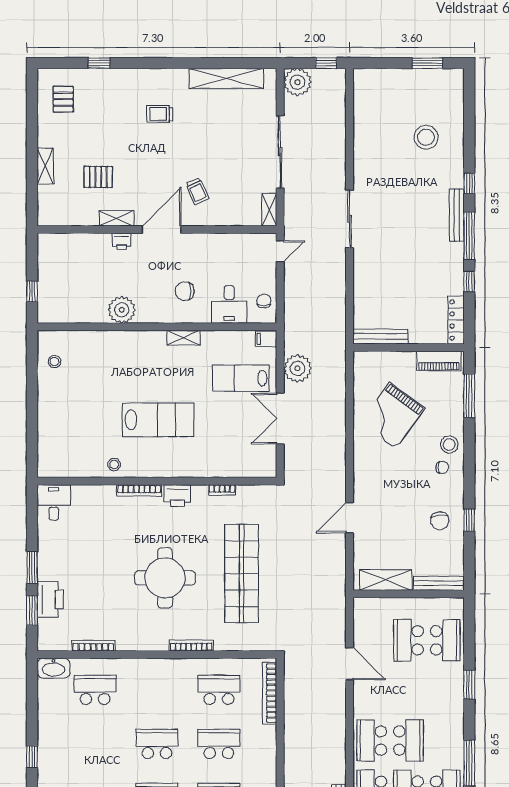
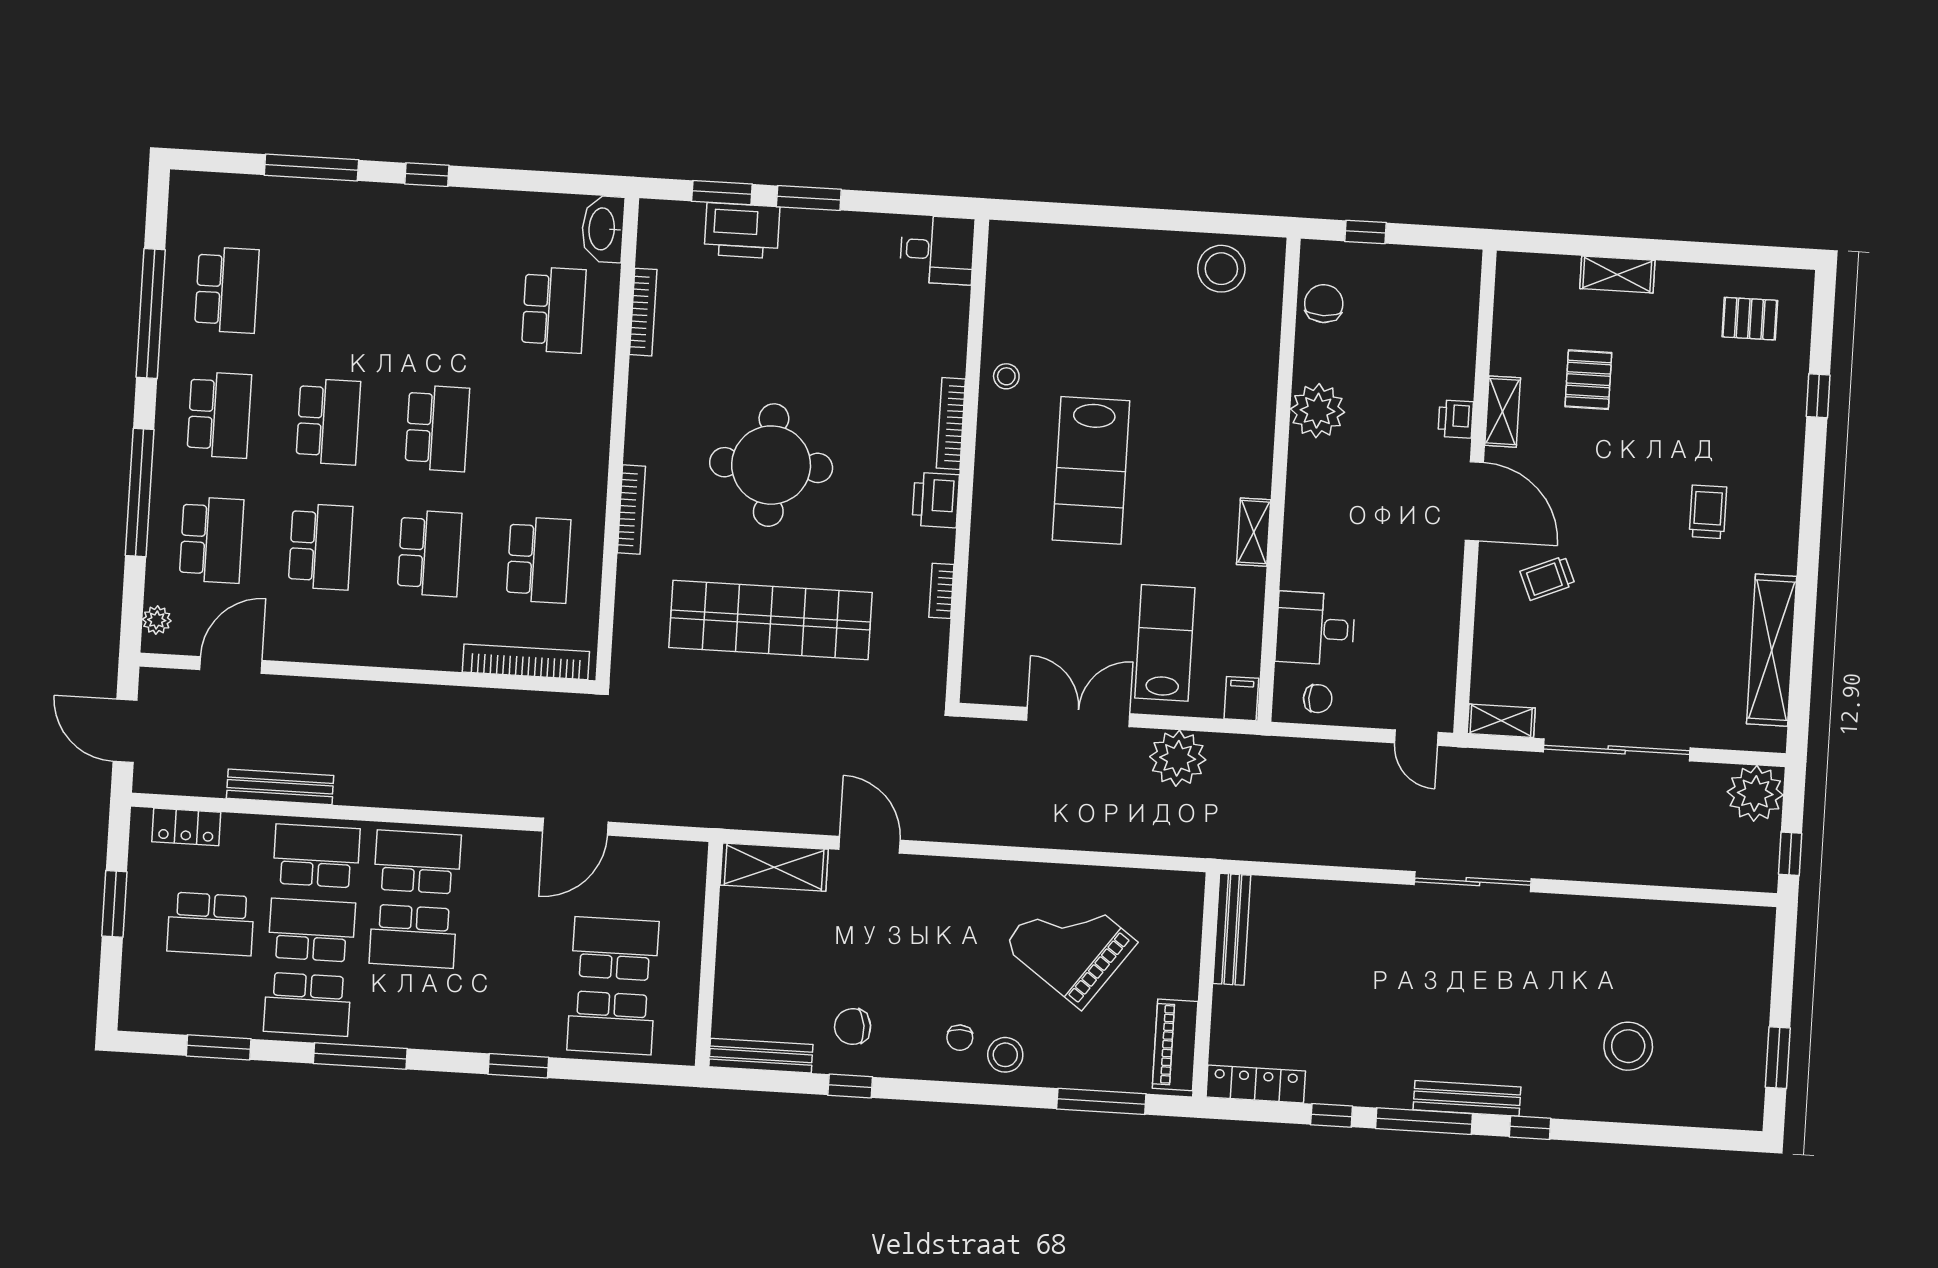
chair: (185, 291) -> (1324, 304), moved
stool: (54, 362) -> (1221, 269), width x1.89, depth x1.89
shelving: (386, 580) -> (774, 867), moved, turned 90
bench: (439, 583) -> (761, 1056), moved, turned 90

